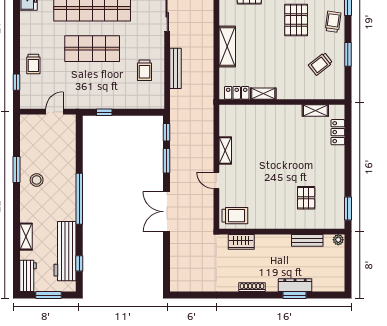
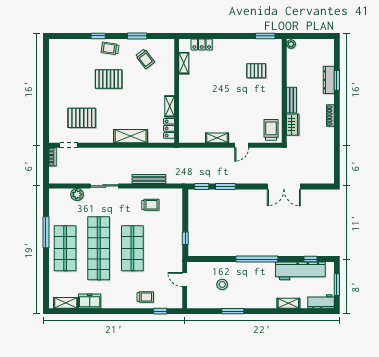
stool: (37, 180) -> (222, 284), moved
double door: (167, 212) -> (284, 187), moved
bench: (307, 240) -> (291, 100), moved

